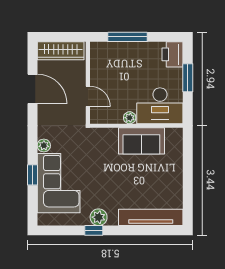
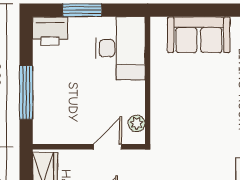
plant: (130, 118) -> (137, 123), moved
sofa: (141, 141) -> (199, 35), moved, turned 90

